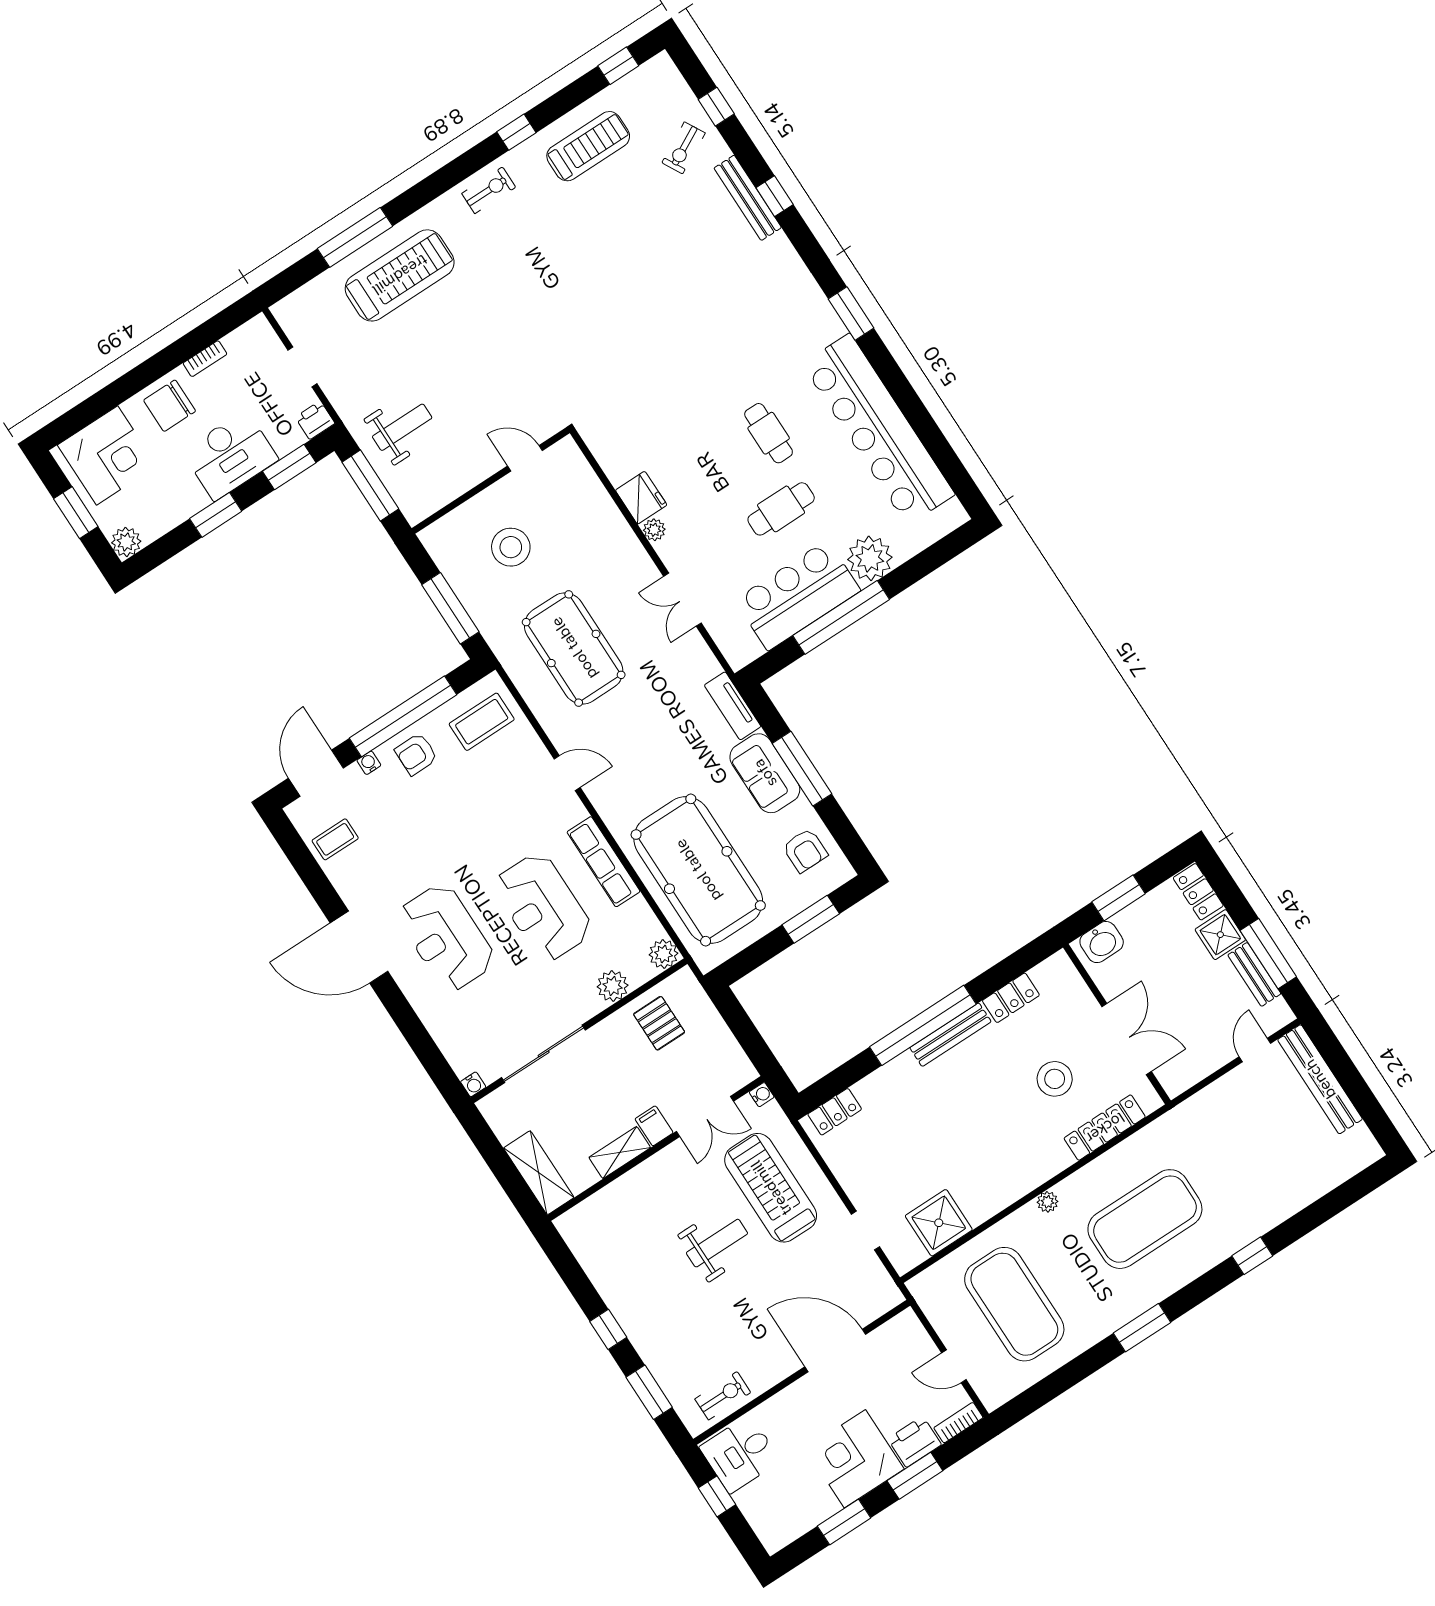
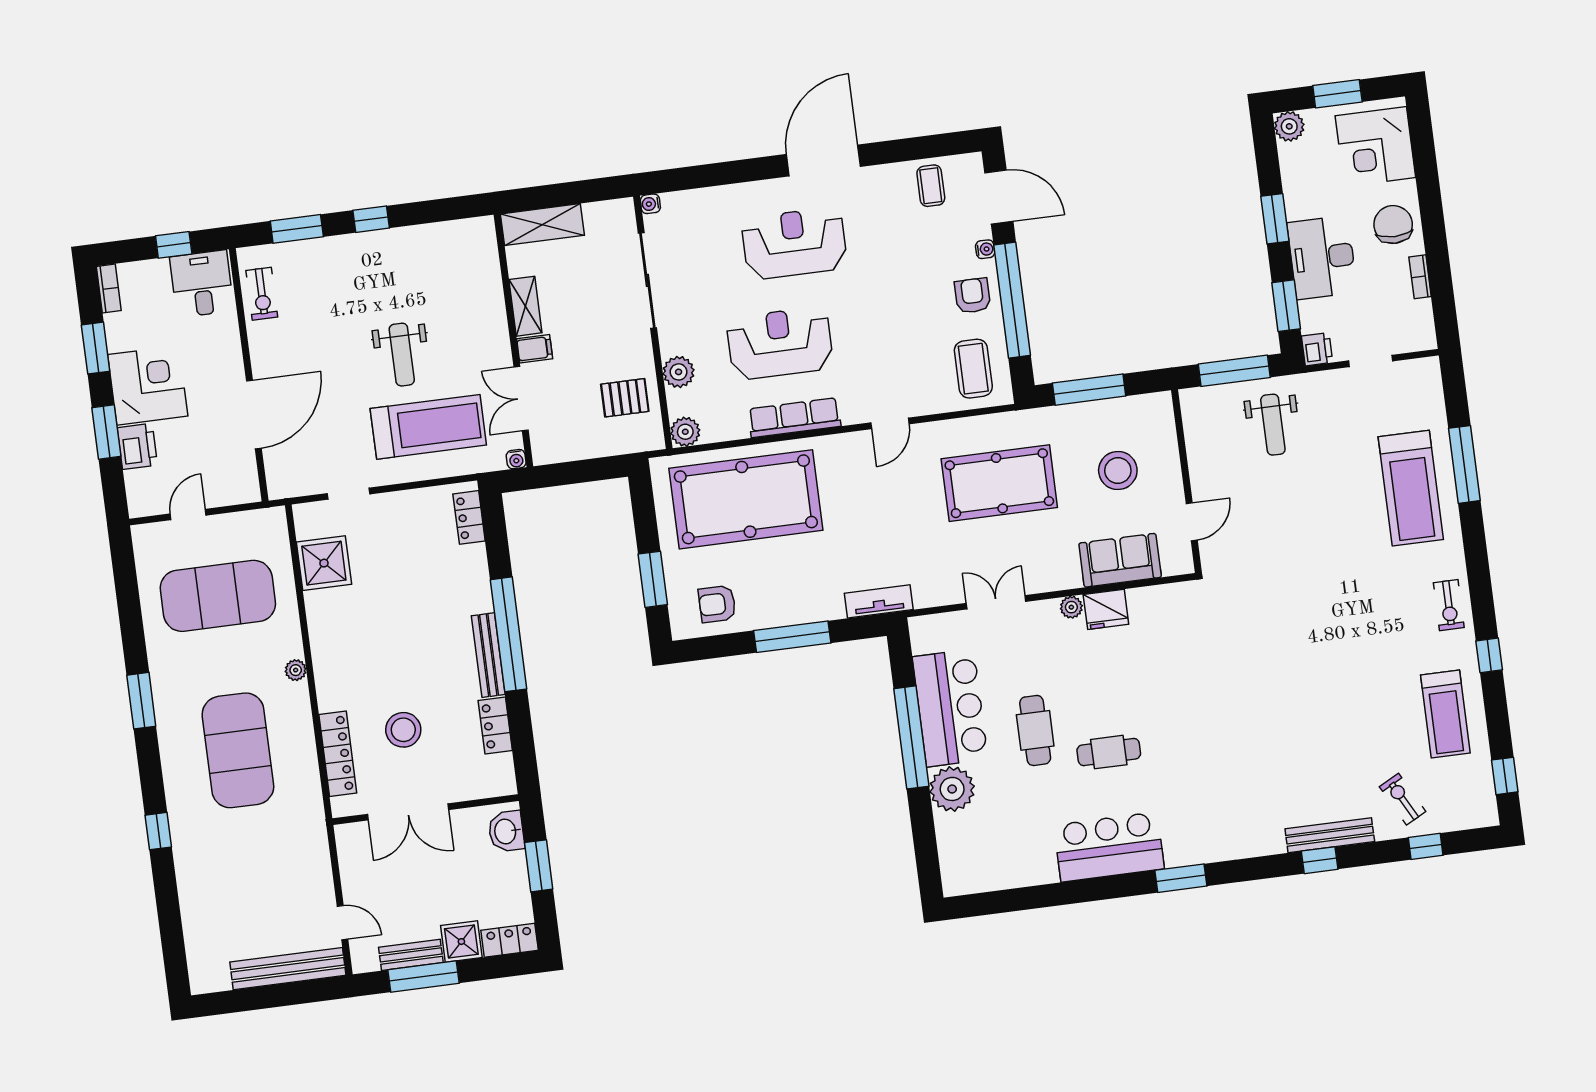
bar counter: (879, 429) -> (1109, 847), width x0.54
sofa: (765, 773) -> (1120, 560), moved
bookcase: (958, 1423) -> (109, 288), moved

